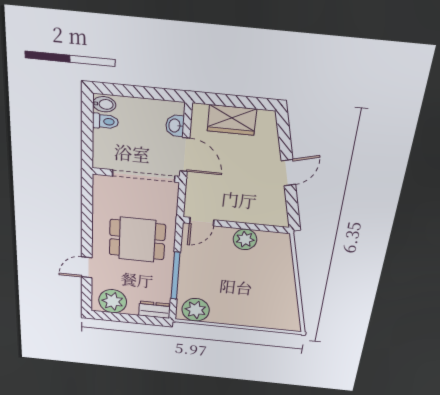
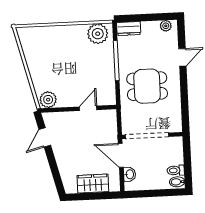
door: (288, 173) -> (45, 137), moved
door: (202, 222) -> (88, 108), moved
plant: (245, 239) -> (48, 100), moved
plant: (113, 301) -> (166, 26), width x0.53, depth x0.53

